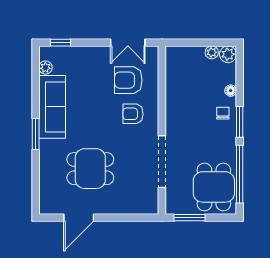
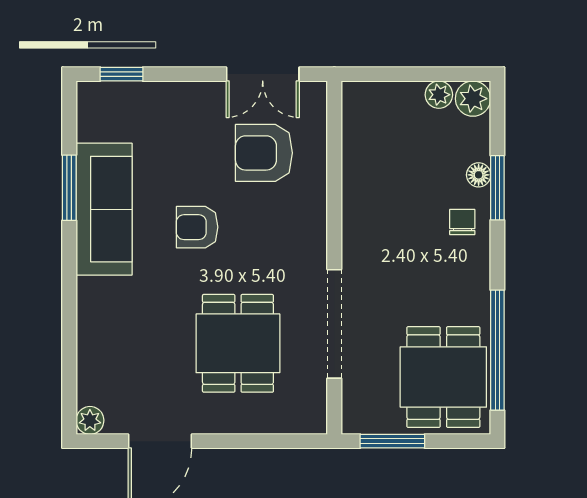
plant: (45, 68) -> (90, 420), moved
armchair: (133, 114) -> (197, 227), moved
window: (240, 122) -> (497, 188), moved
window: (36, 134) -> (69, 188), moved
dining table: (90, 169) -> (238, 343), moved, turned 90

